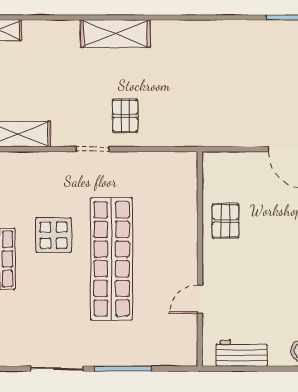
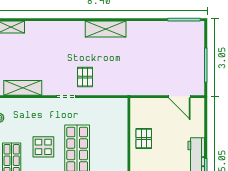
shelving: (115, 34) -> (106, 29), moved

